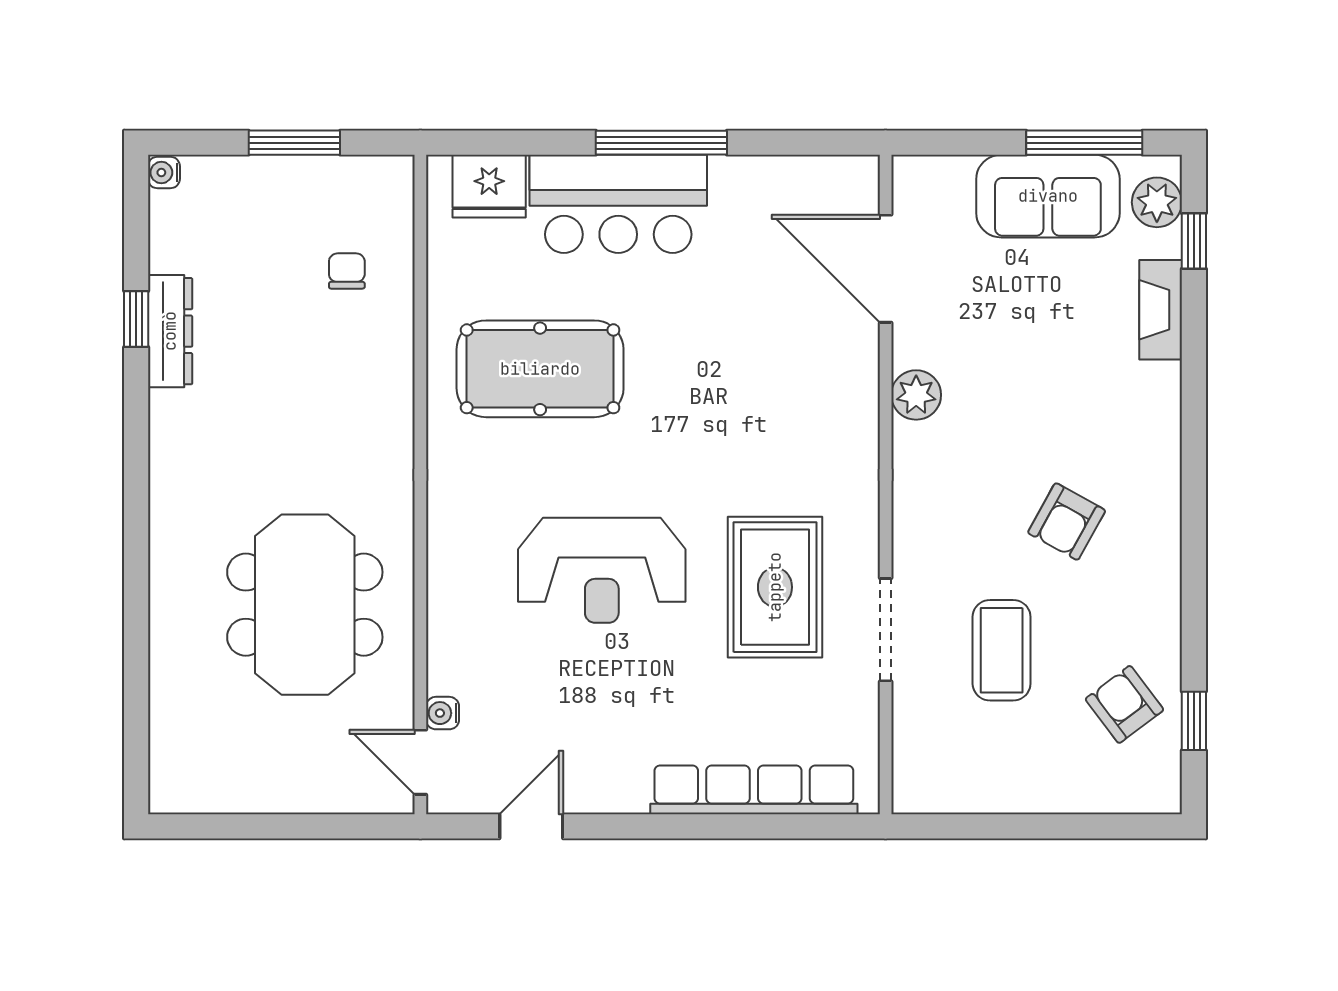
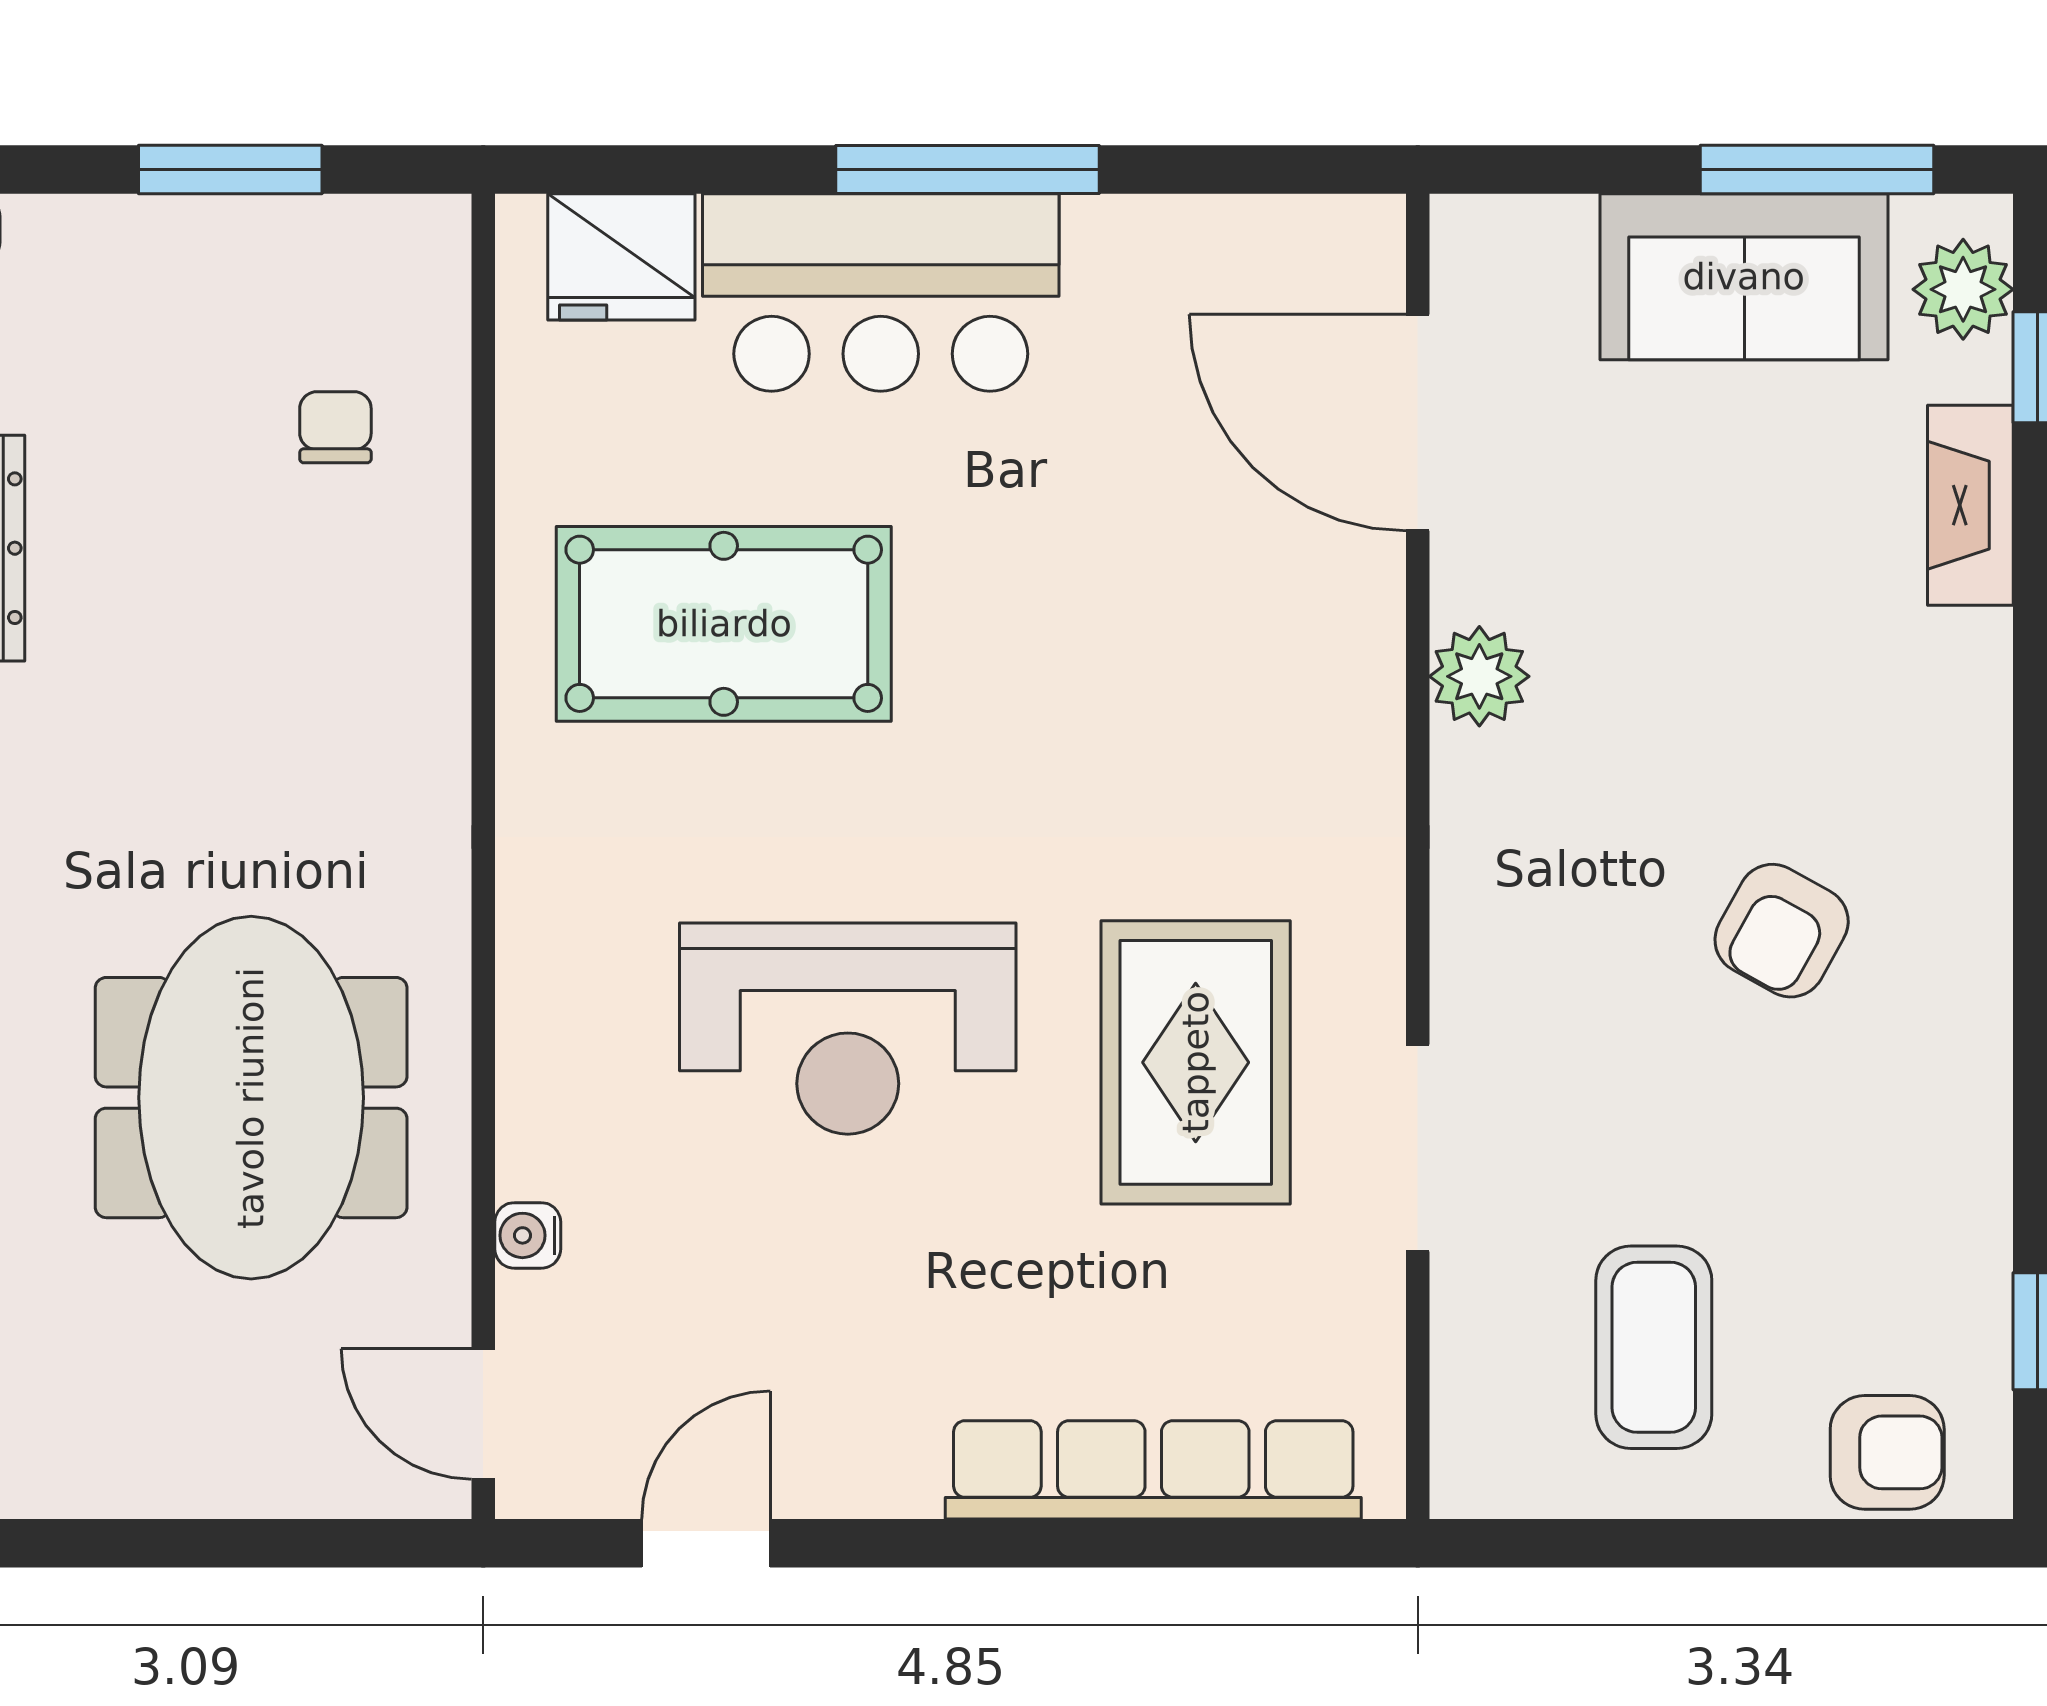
coffee table: (1002, 650) -> (1654, 1347), moved
armchair: (1124, 704) -> (1887, 1452), moved, turned 127
water cooler: (443, 713) -> (528, 1235), moved

